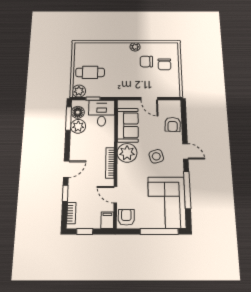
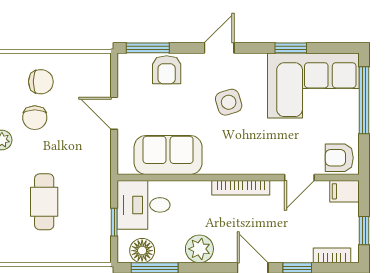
cafe table: (90, 72) -> (44, 202), moved
plant: (79, 91) -> (98, 250), removed
door: (149, 99) -> (114, 113), swing flipped
window: (184, 115) -> (148, 48), added
armchair: (173, 124) -> (167, 70), turned 87
plant: (78, 126) -> (199, 249), moved
plant: (127, 153) -> (222, 156), removed
window: (187, 190) -> (291, 48), width x0.46

